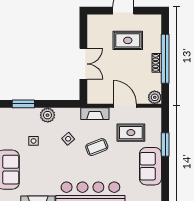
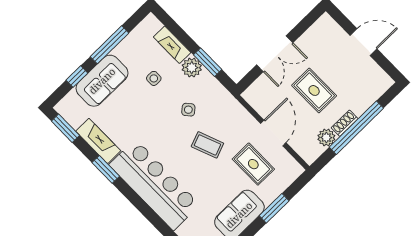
rug: (128, 40) -> (314, 90), moved
plant: (155, 97) -> (326, 138), moved
window: (23, 104) -> (208, 62), moved
fireplace: (95, 114) -> (172, 45), moved

